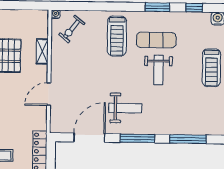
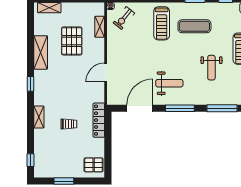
shelving: (42, 51) -> (100, 27), moved
weight bench: (158, 70) -> (211, 68), moved

